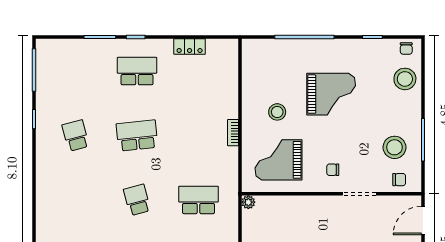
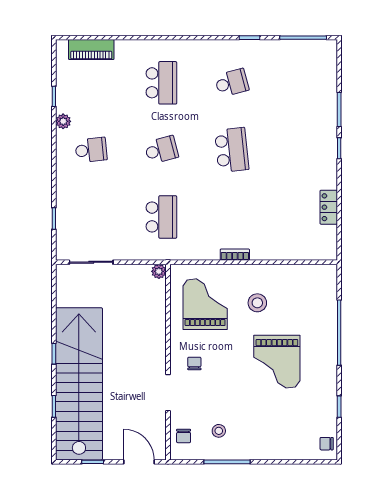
school desk: (137, 71) -> (161, 83), moved
stool: (405, 79) -> (293, 442), removed
stool: (395, 147) -> (219, 431), width x0.53, depth x0.53

